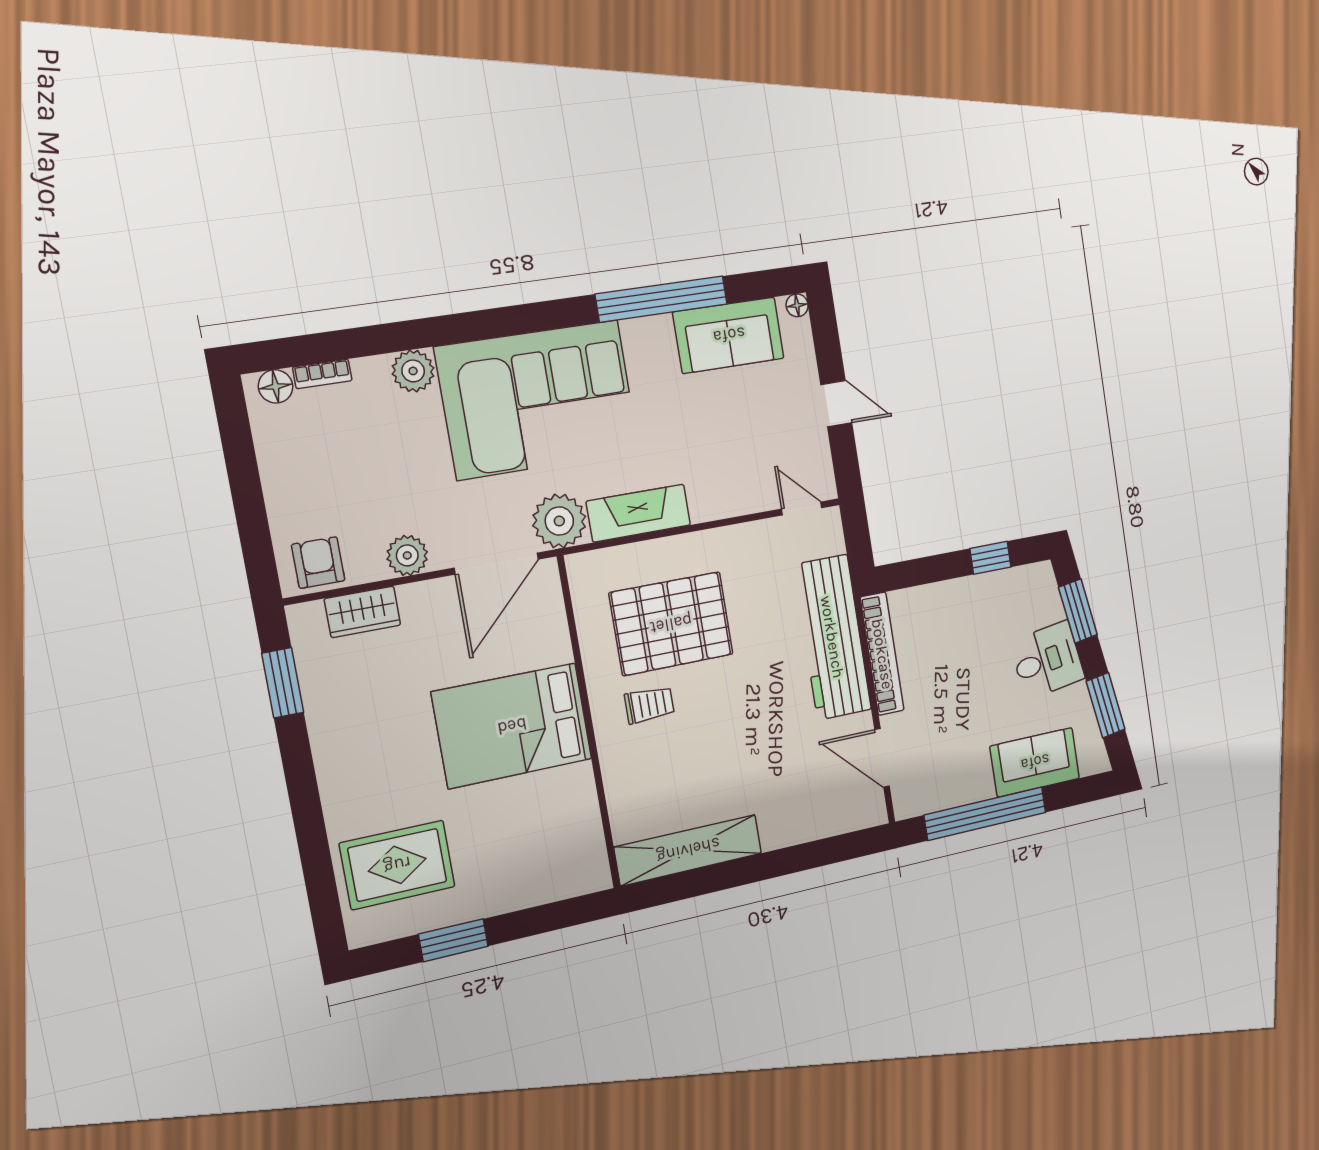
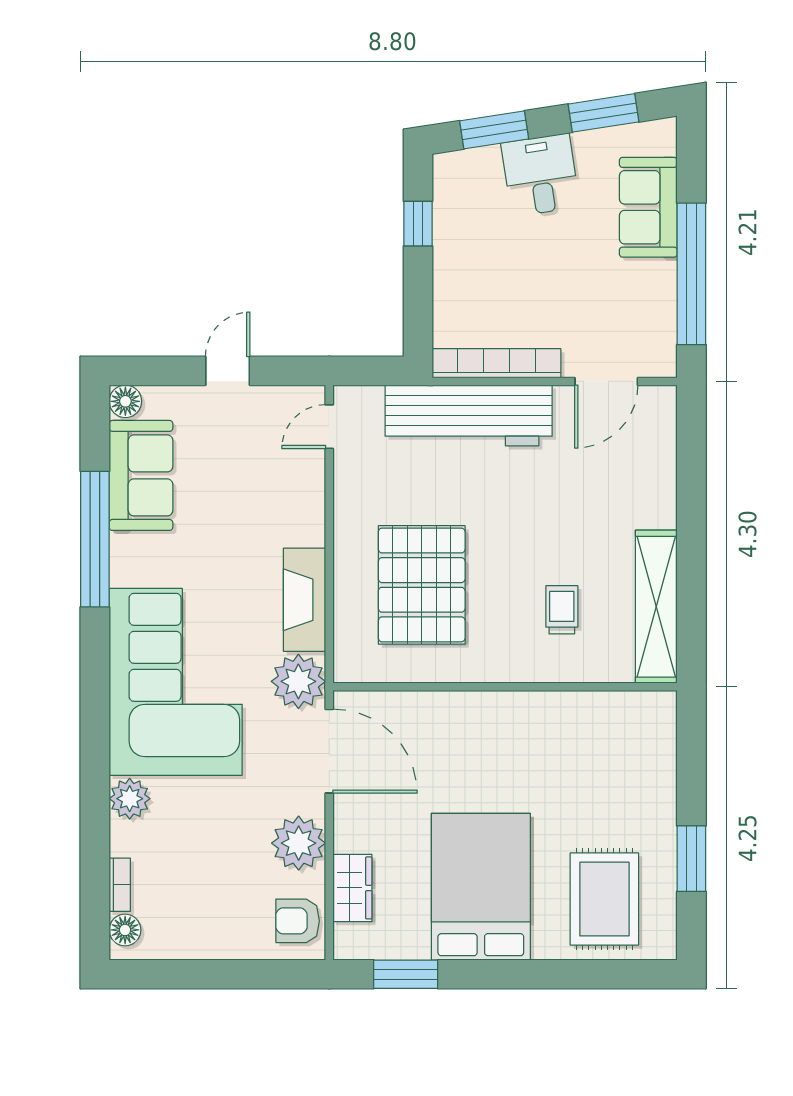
floor lamp: (797, 305) -> (125, 401), width x1.37, depth x1.37
plant: (407, 555) -> (299, 843), width x1.36, depth x1.36
trolley: (649, 705) -> (562, 610), moved
bed: (512, 726) -> (481, 887), moved, turned 180

